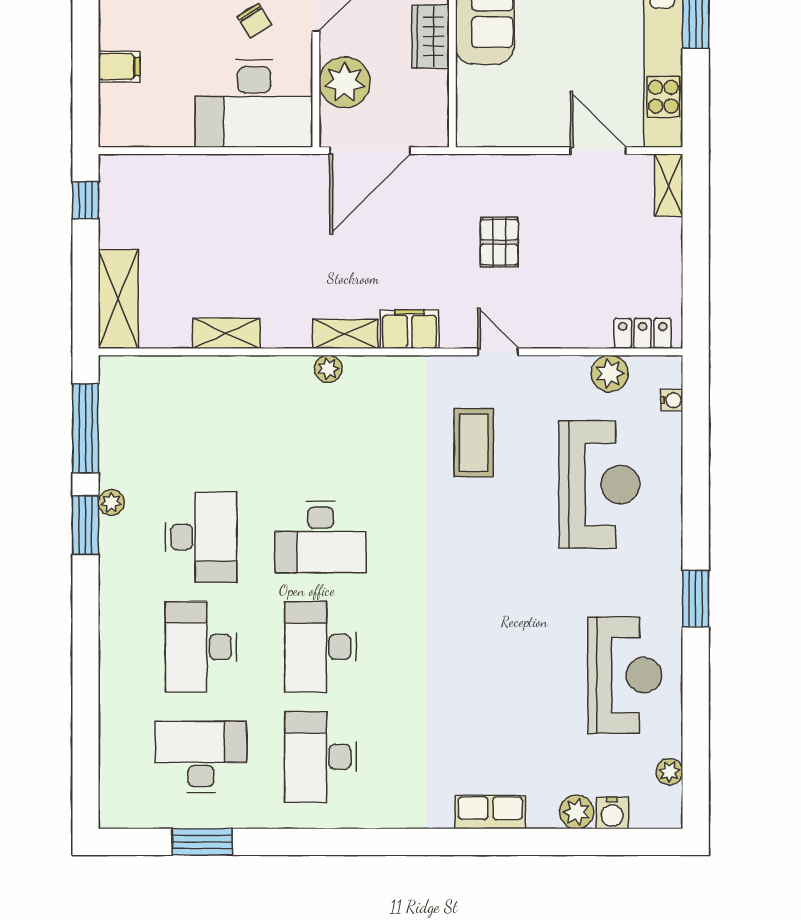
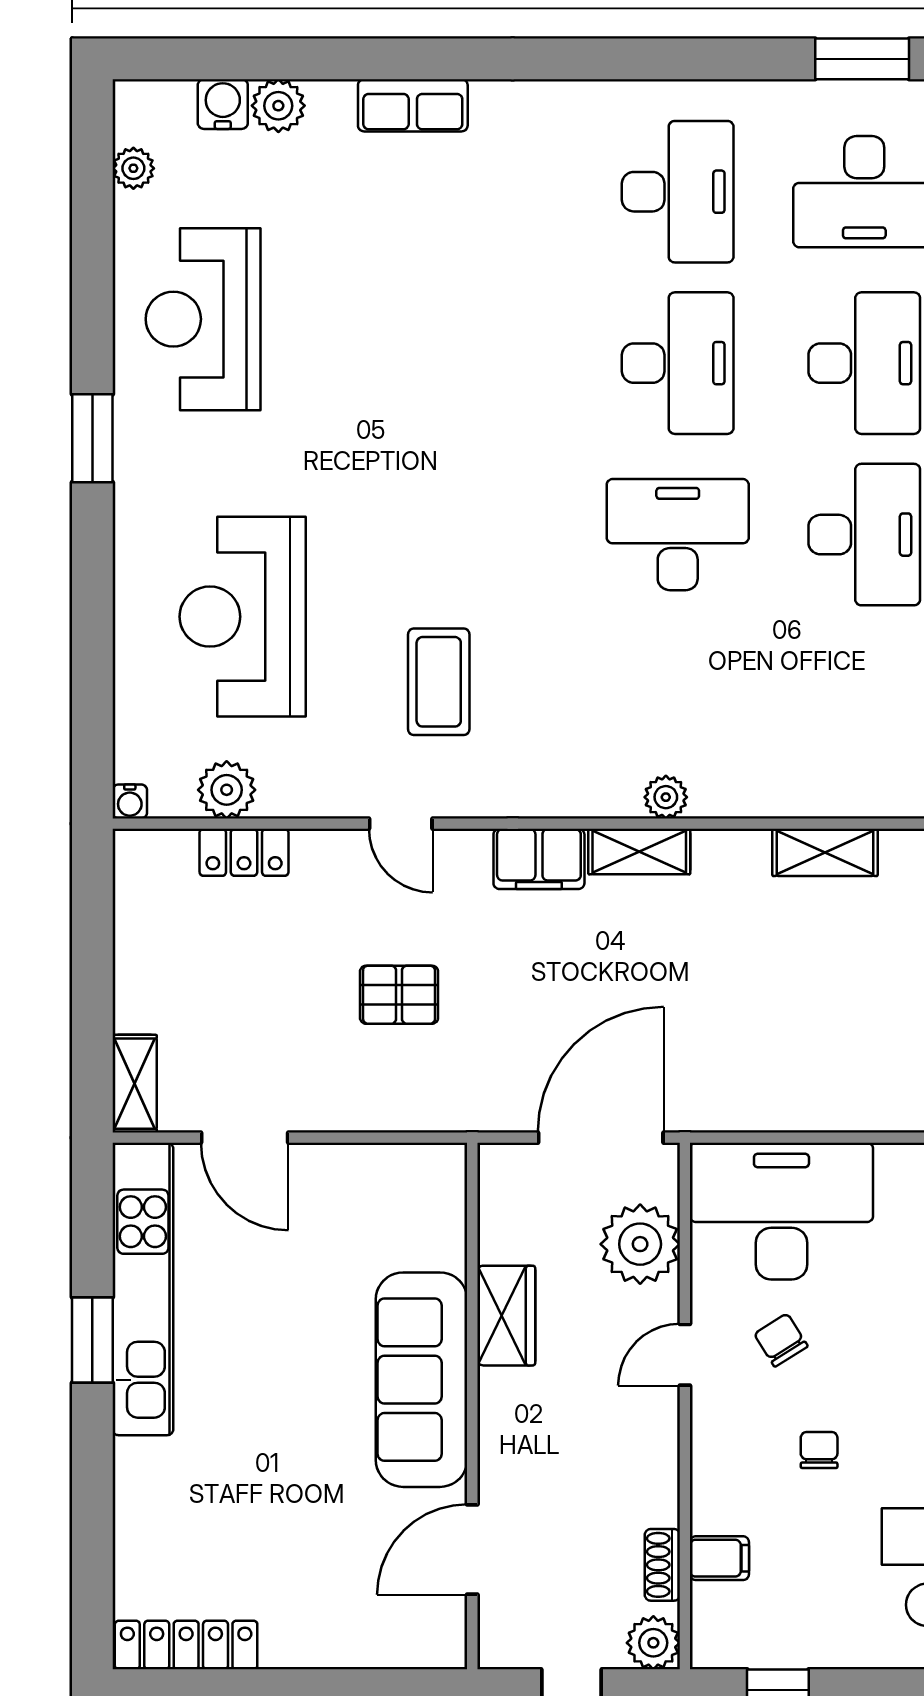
pallet: (499, 242) -> (399, 995), turned 90
locker: (643, 333) -> (244, 852), moved
water cooler: (672, 400) -> (130, 801), moved, turned -90
desk: (201, 537) -> (864, 535), turned 180

